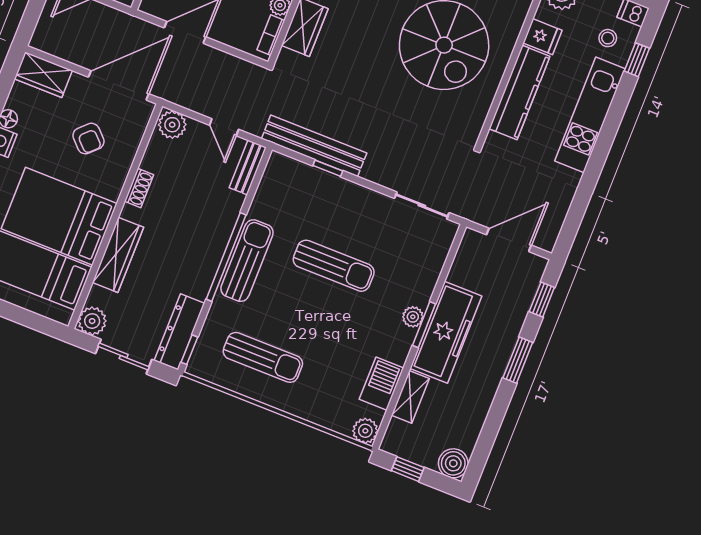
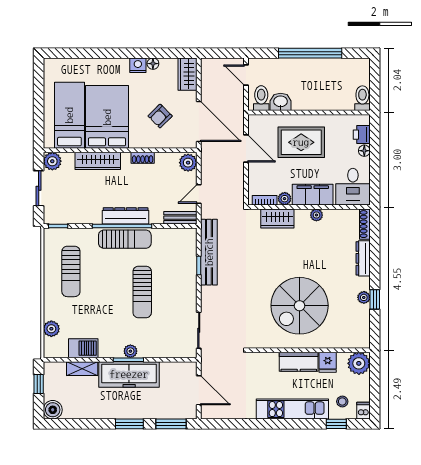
kitchen counter: (519, 92) -> (299, 362), width x0.67
window: (542, 300) -> (171, 424), width x1.50
dresser: (179, 332) -> (126, 216), moved
plant: (365, 431) -> (51, 329), moved

